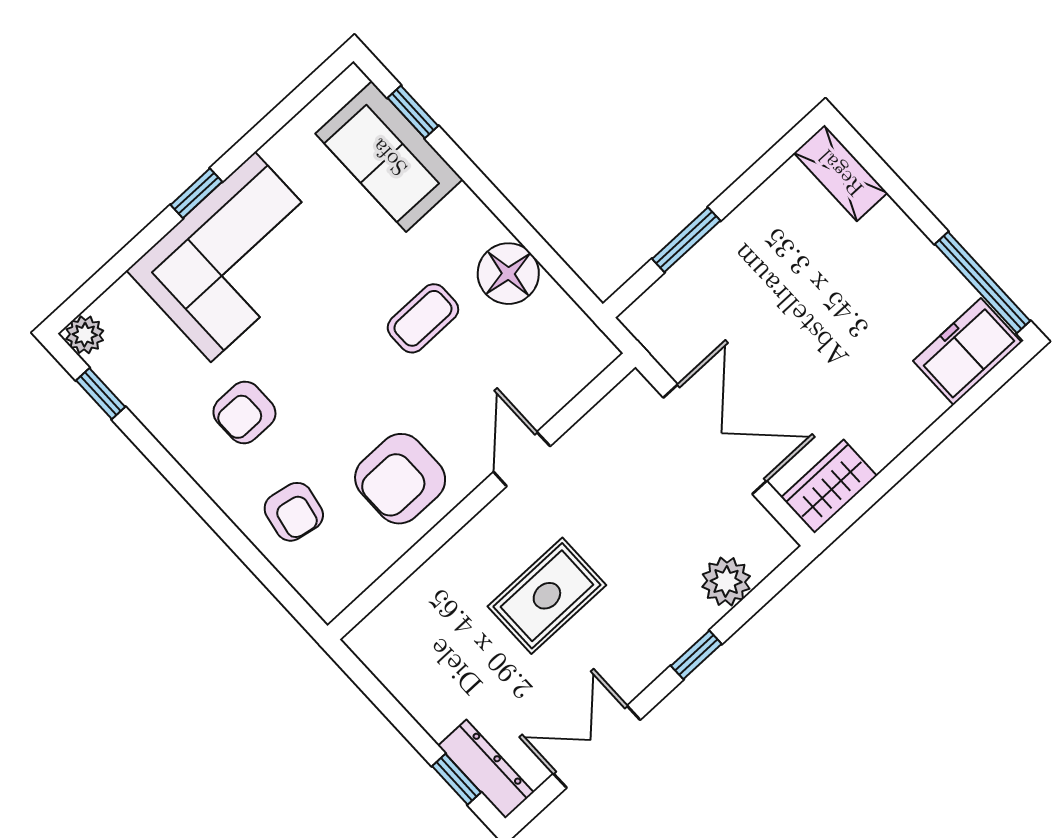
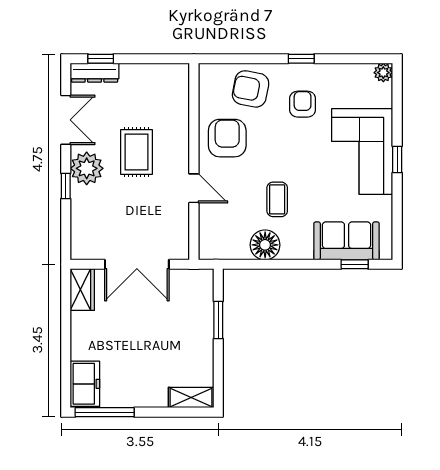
window: (101, 394) -> (301, 59), moved
armchair: (294, 512) -> (251, 89), width x1.38, depth x1.38
plant: (726, 581) -> (87, 168), moved, width x1.36, depth x1.36

